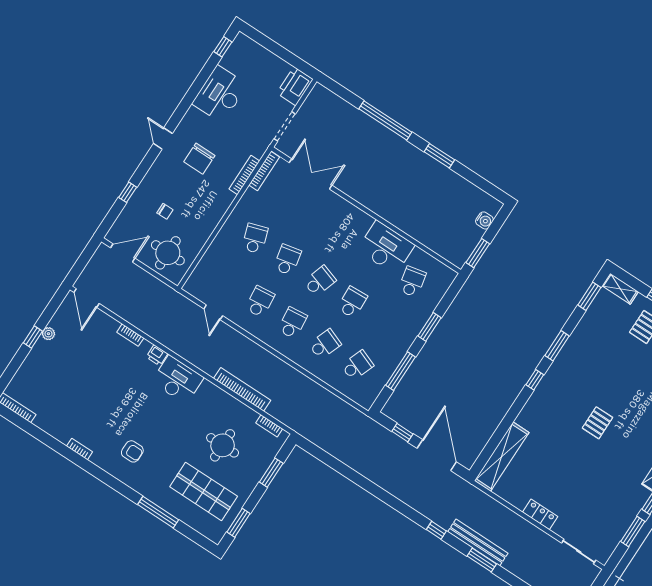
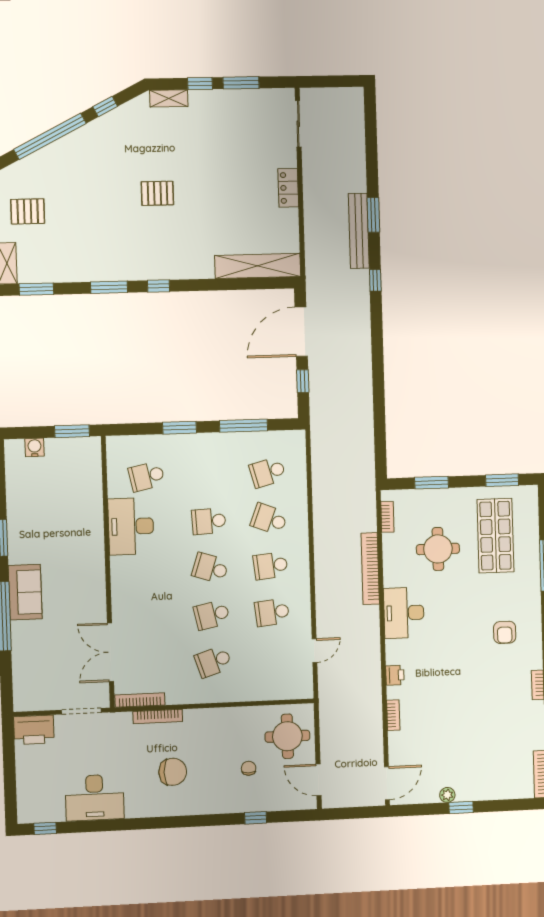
door: (163, 138) -> (178, 822), removed
sofa: (392, 146) -> (25, 592), added
school desk: (357, 365) -> (268, 472), turned -36
desk: (178, 380) -> (404, 613), moved
armchair: (132, 451) -> (505, 632), turned 180

